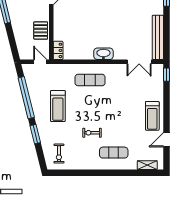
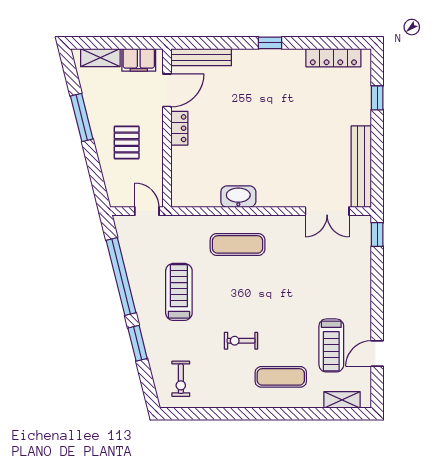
pallet: (41, 31) -> (127, 143), moved
locker: (58, 50) -> (179, 128), moved
washbasin: (103, 54) -> (238, 197), moved
treadmill: (58, 106) -> (179, 292), turned 180
treadmill: (152, 116) -> (331, 345), moved

